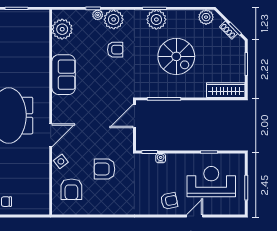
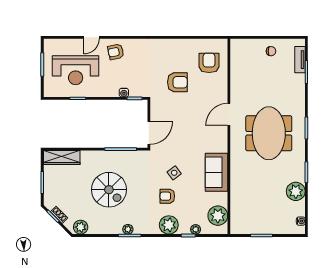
plant: (98, 15) -> (196, 229), moved
plant: (156, 19) -> (128, 229), width x0.53, depth x0.53
spiral stairs: (176, 56) -> (109, 190), turned 180
side table: (61, 161) -> (174, 173), moved

